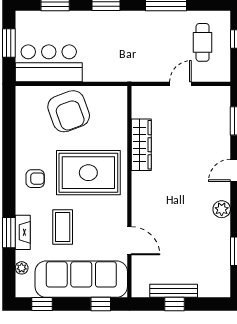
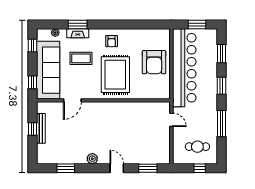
bar counter: (49, 63) -> (184, 68), width x1.86
door: (180, 84) -> (171, 120), moved
armchair: (69, 111) -> (154, 62), turned -70
wardrobe: (141, 145) -> (133, 108), removed

